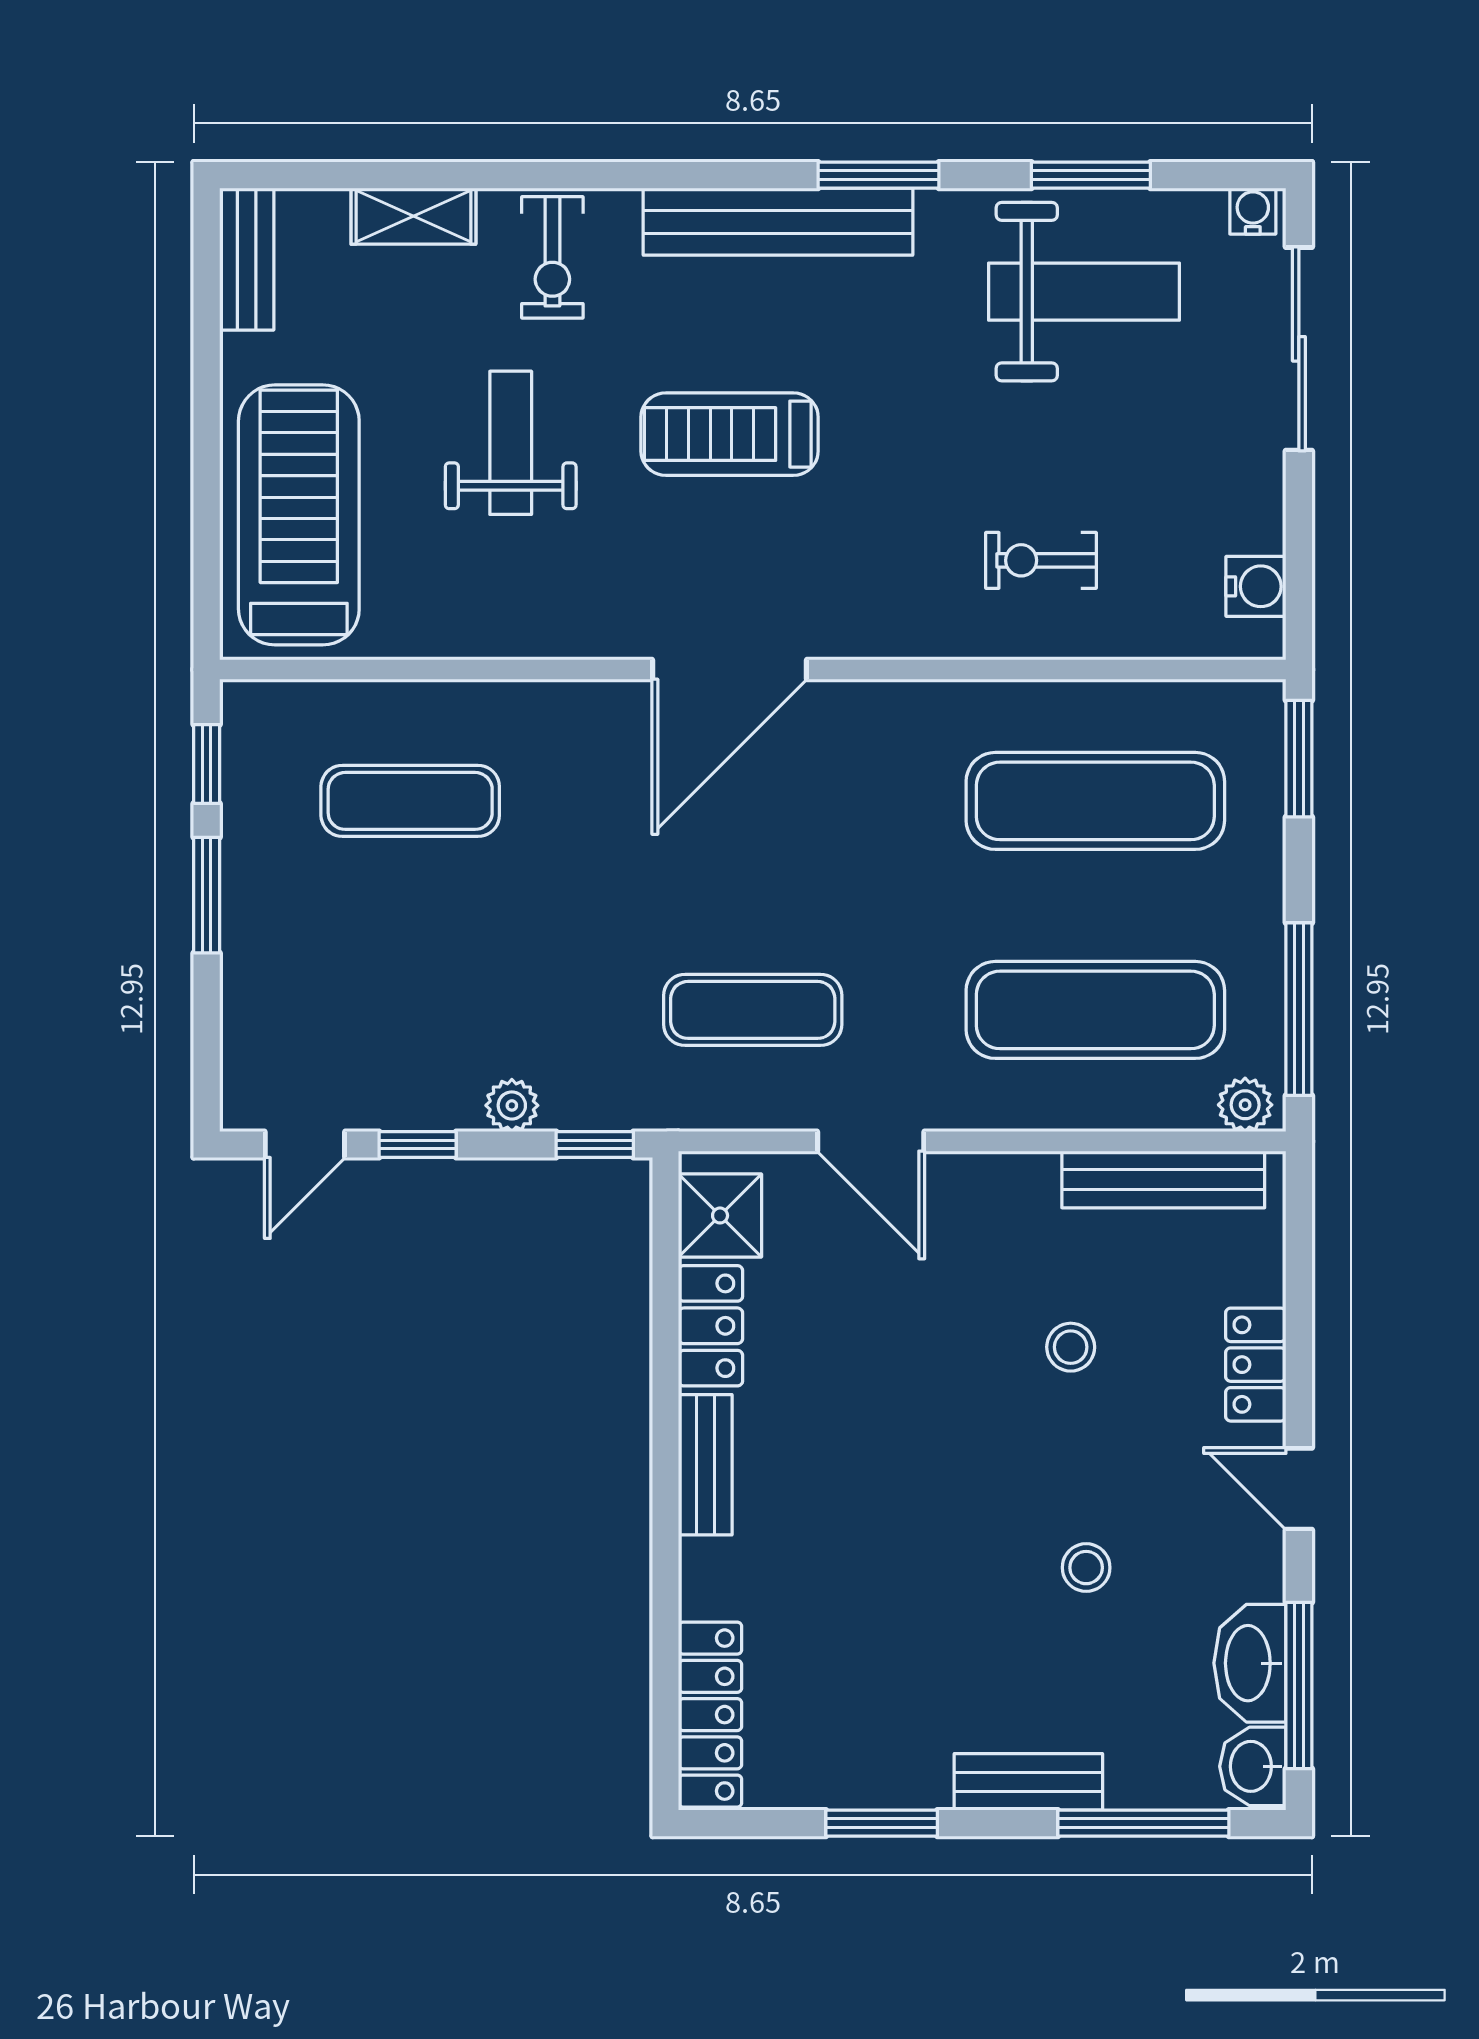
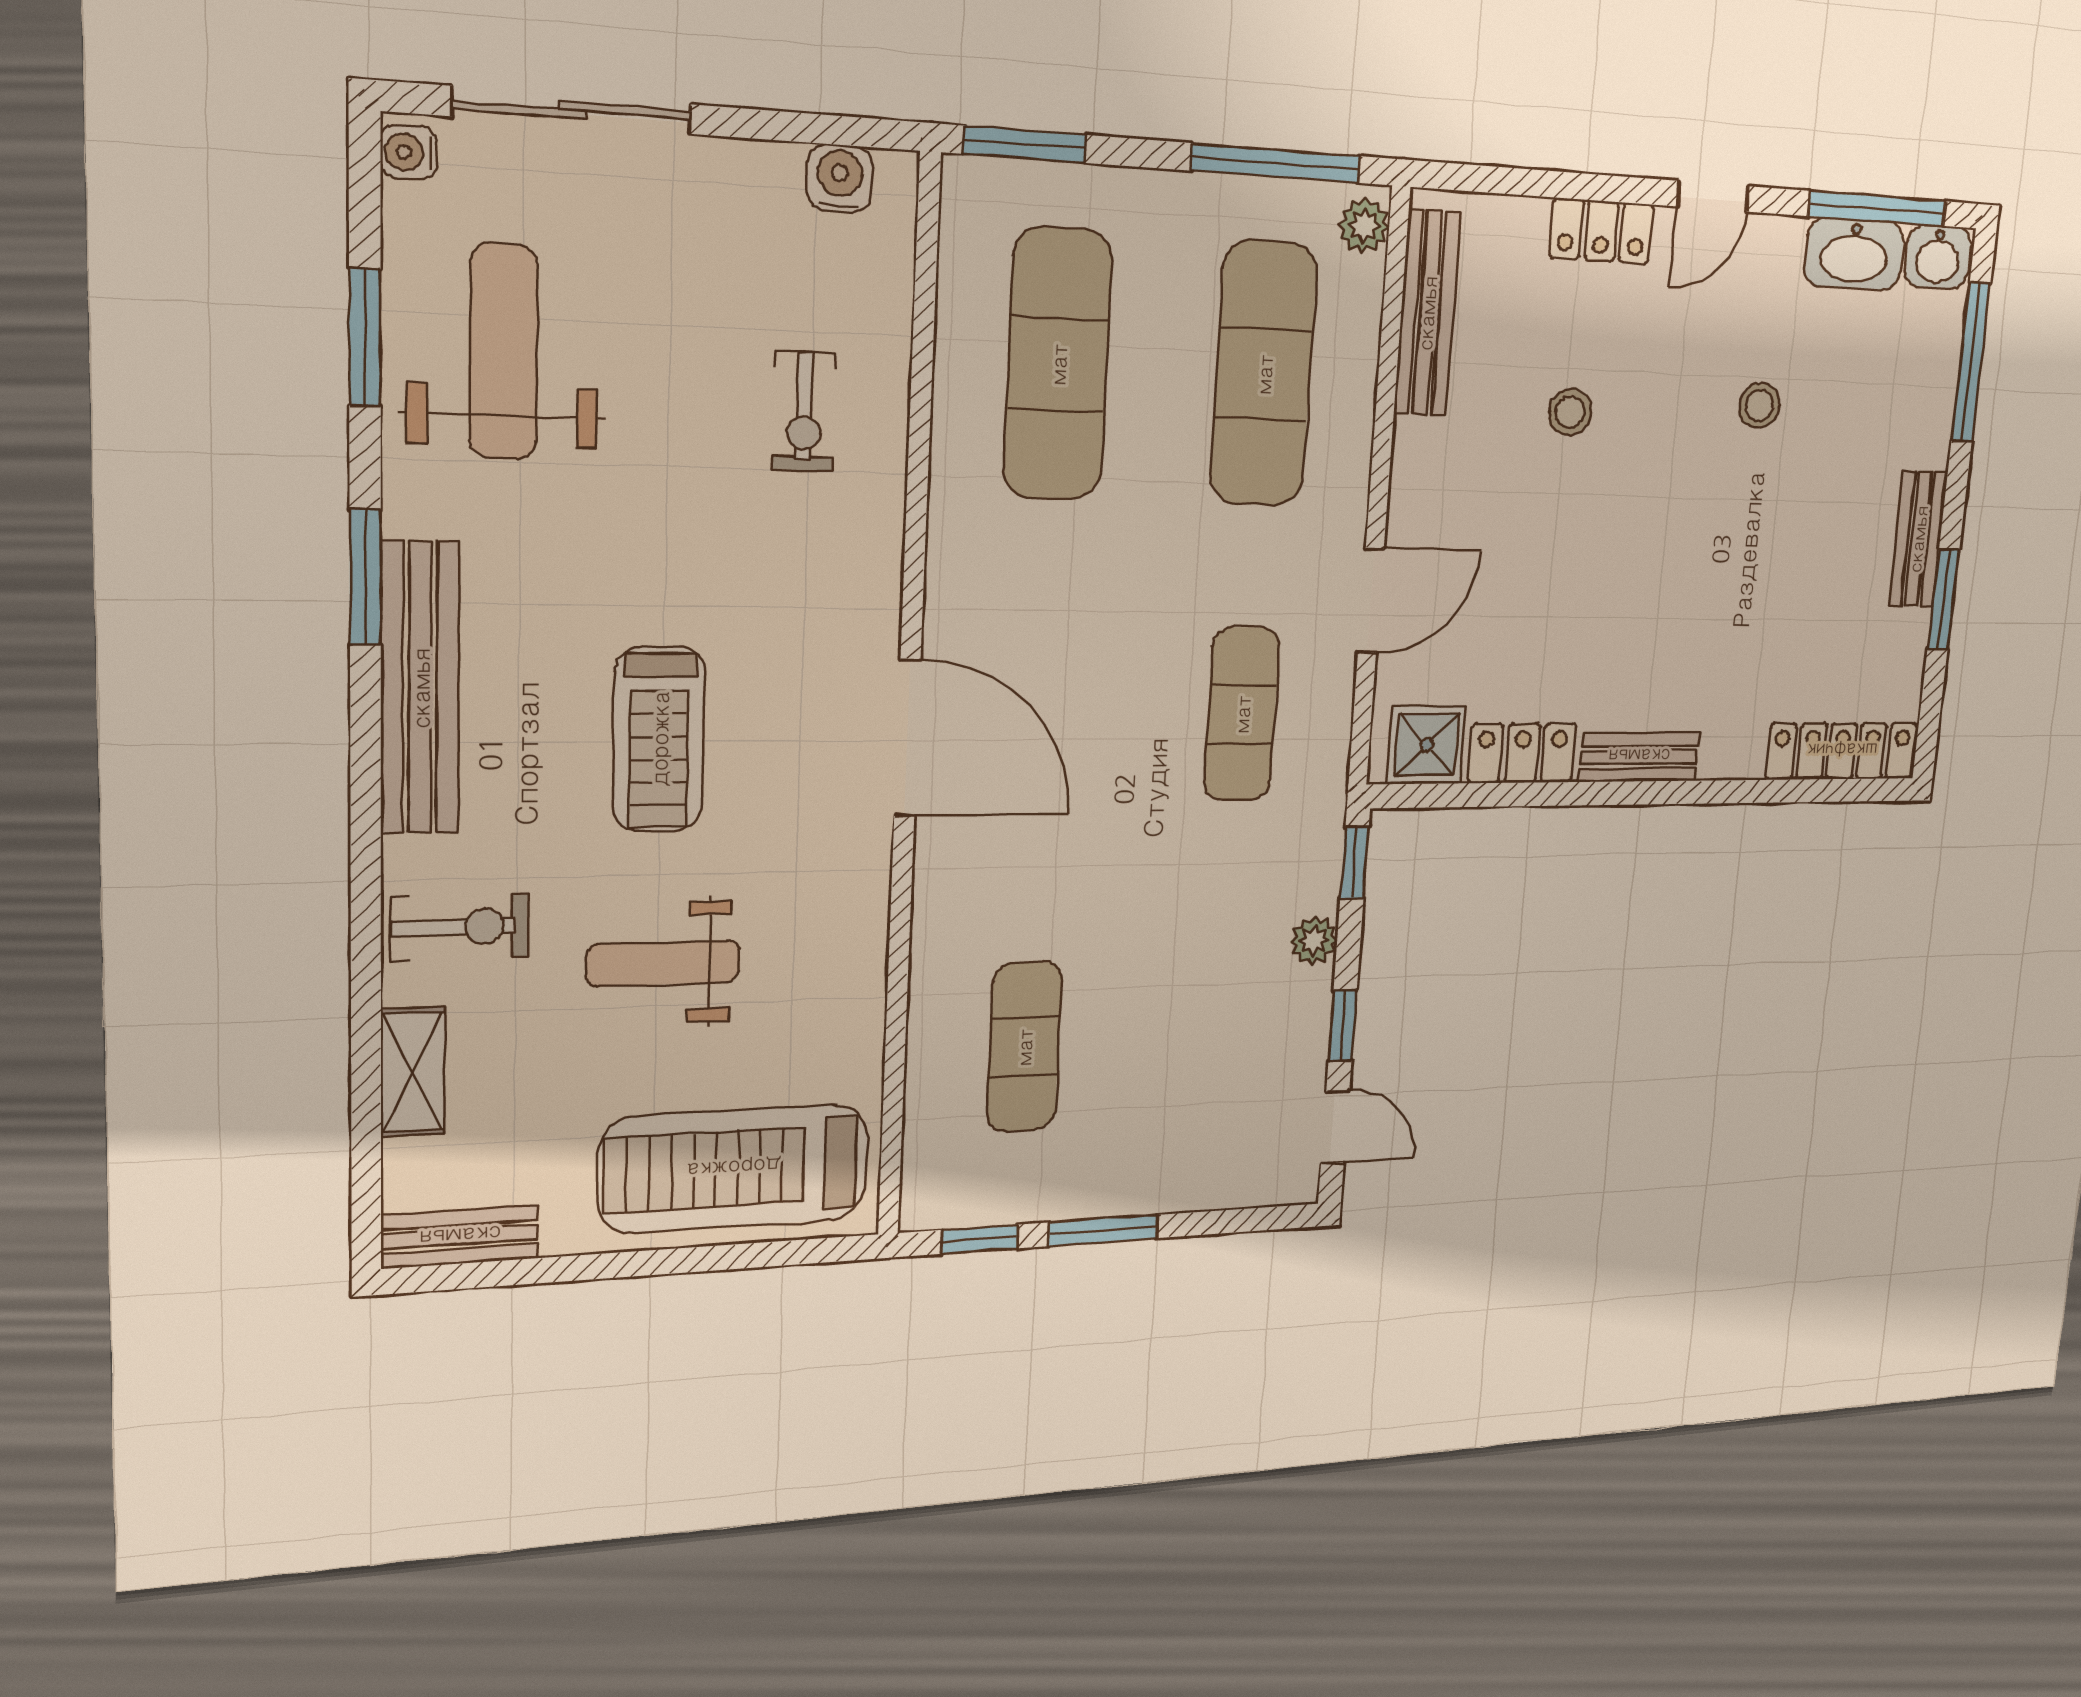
bench: (1028, 1782) -> (1918, 539), moved

